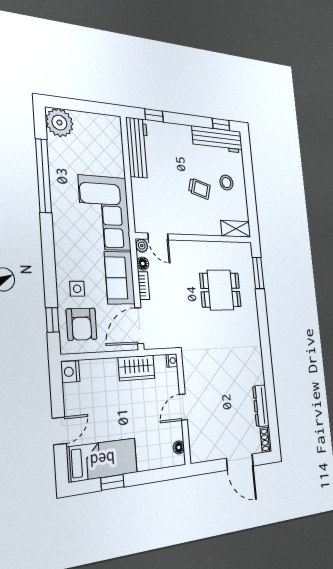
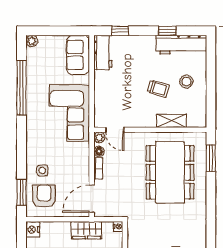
plant: (59, 123) -> (32, 41), width x0.53, depth x0.53
window: (221, 124) -> (167, 31), moved
workbench: (138, 148) -> (103, 53), width x0.73
shelving: (236, 229) -> (172, 121), moved
sofa: (120, 278) -> (78, 55), moved
dining table: (220, 290) -> (170, 172), width x1.88, depth x1.24
window: (52, 320) -> (22, 192), width x1.50
armchair: (82, 324) -> (44, 196), turned 180

